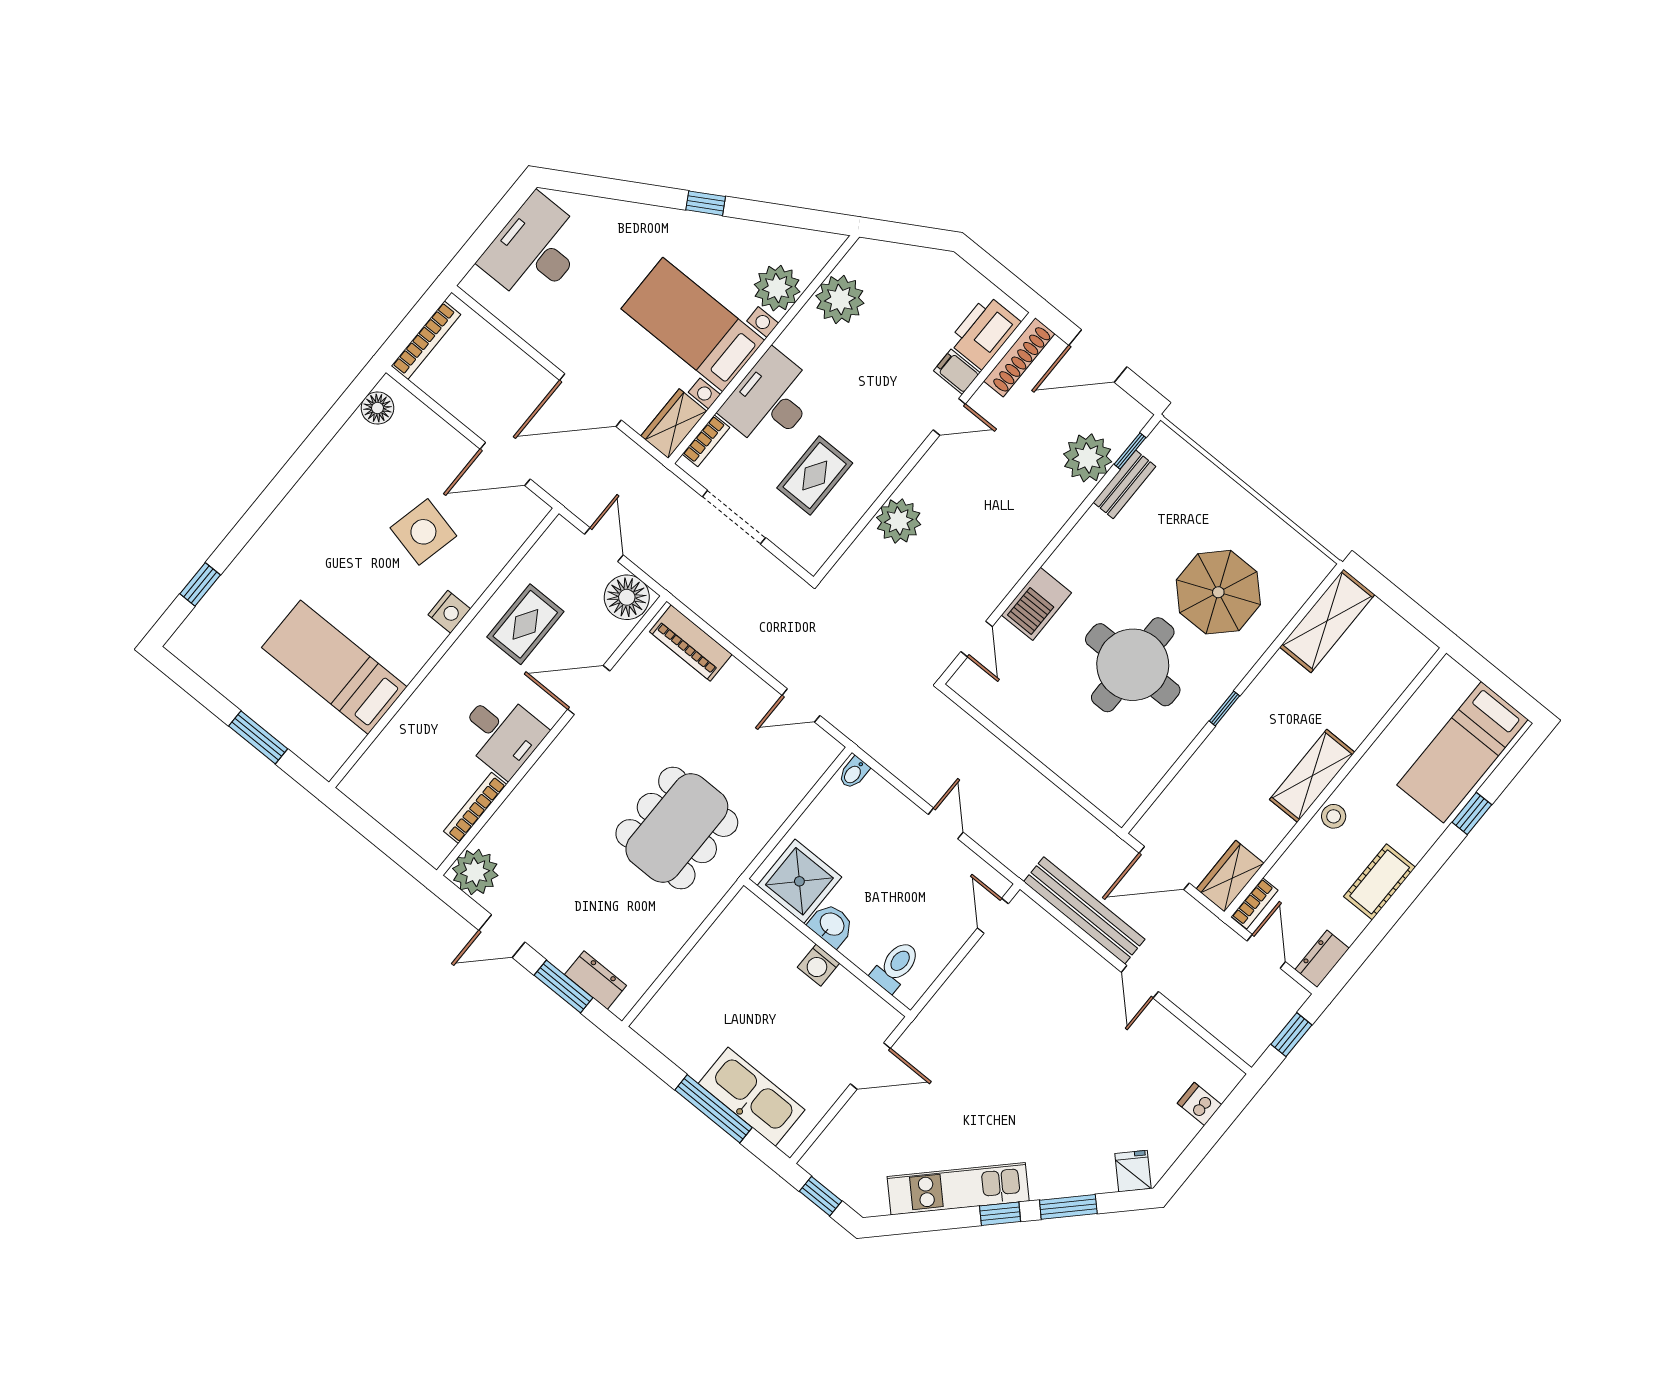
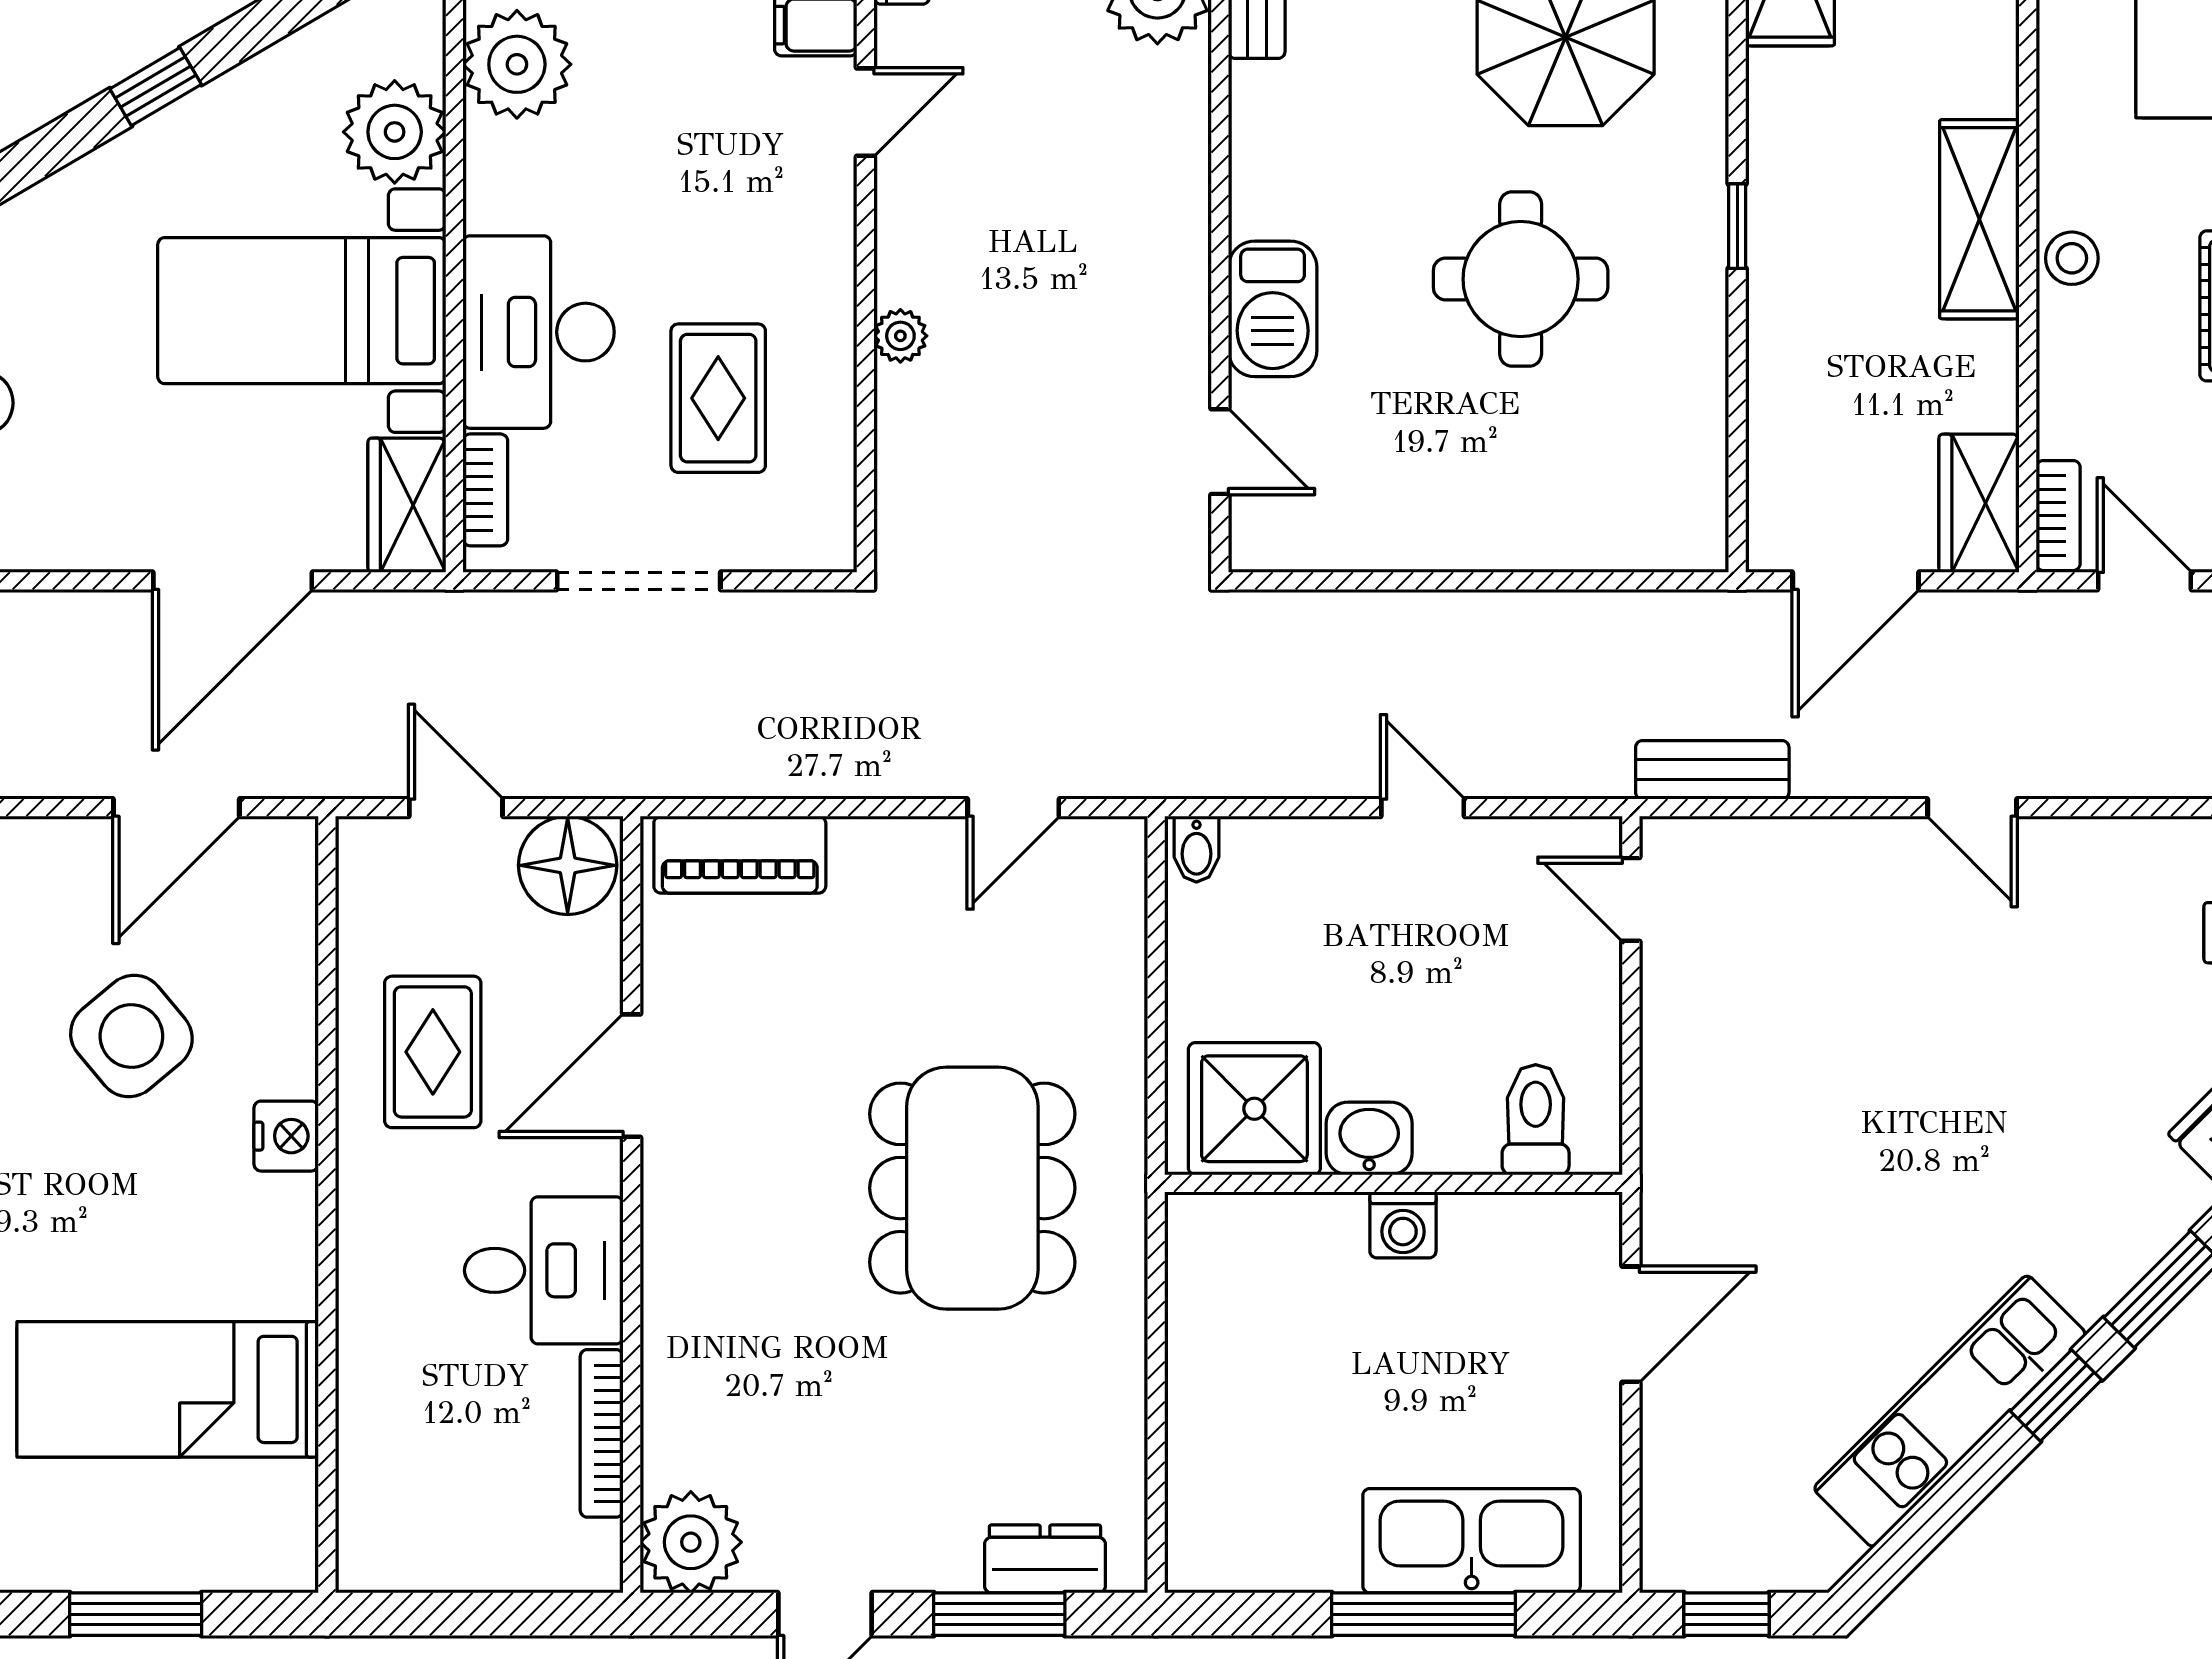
plant: (899, 521) -> (900, 336), width x0.53, depth x0.53
side table: (423, 532) -> (131, 1036), turned 37
round table: (1133, 665) -> (1521, 279), width x0.73, depth x0.73
bench: (1084, 910) -> (1712, 770), width x0.54, depth x0.82

